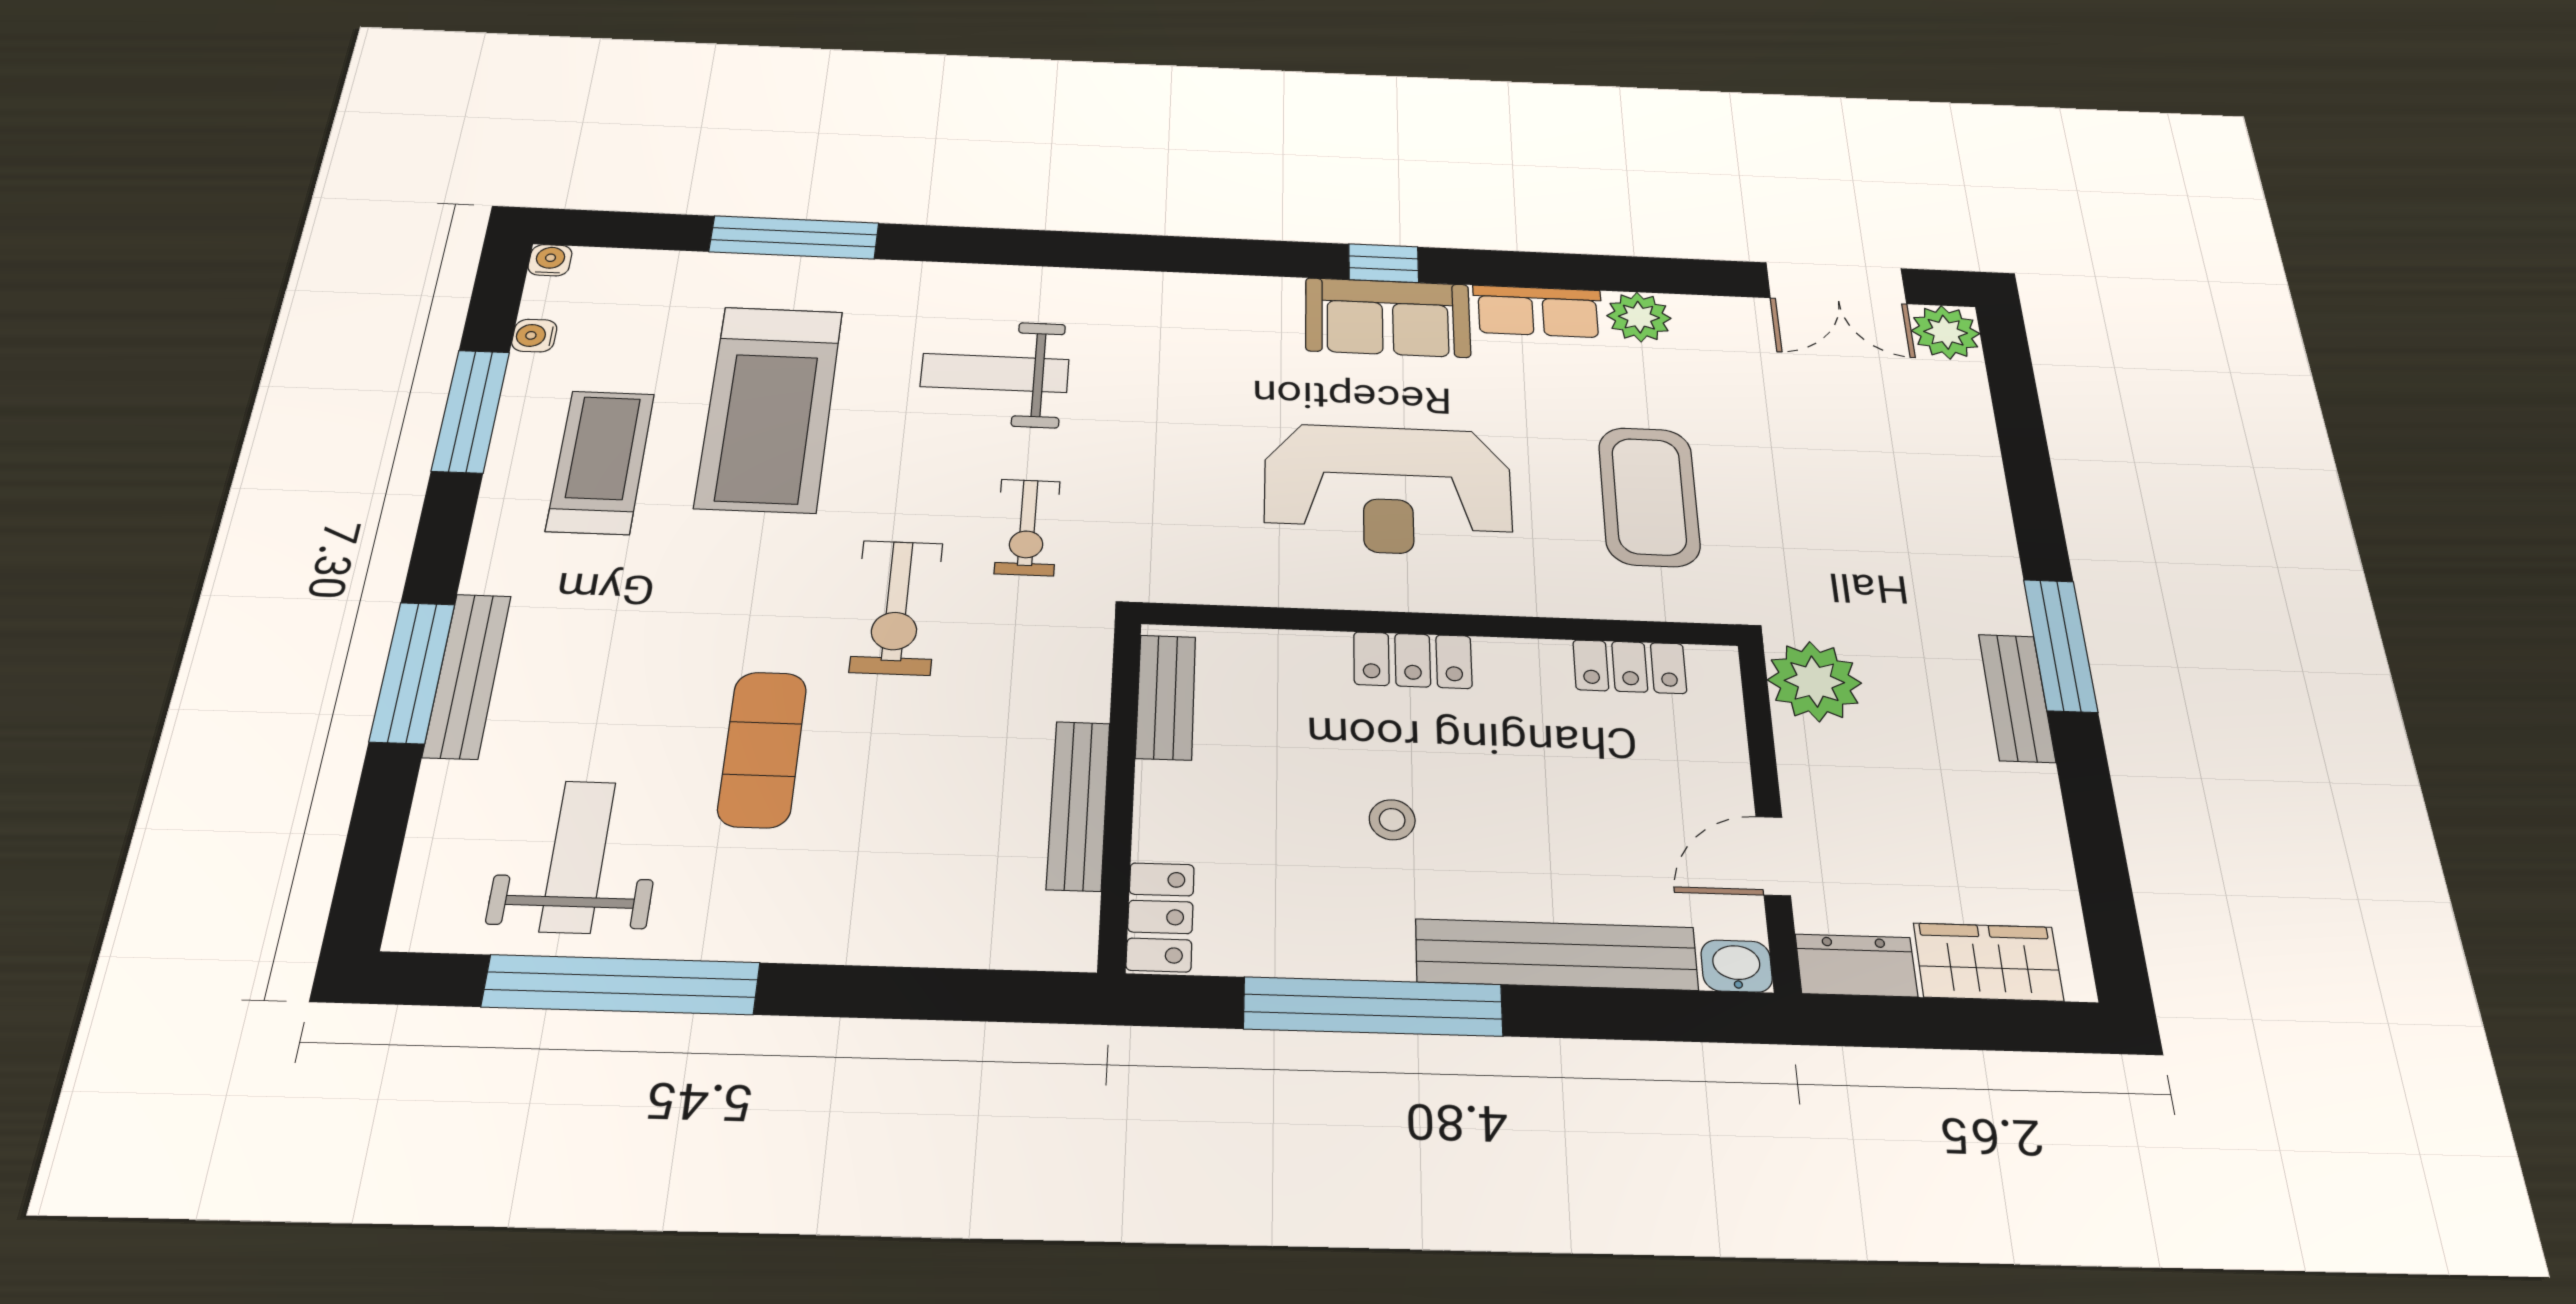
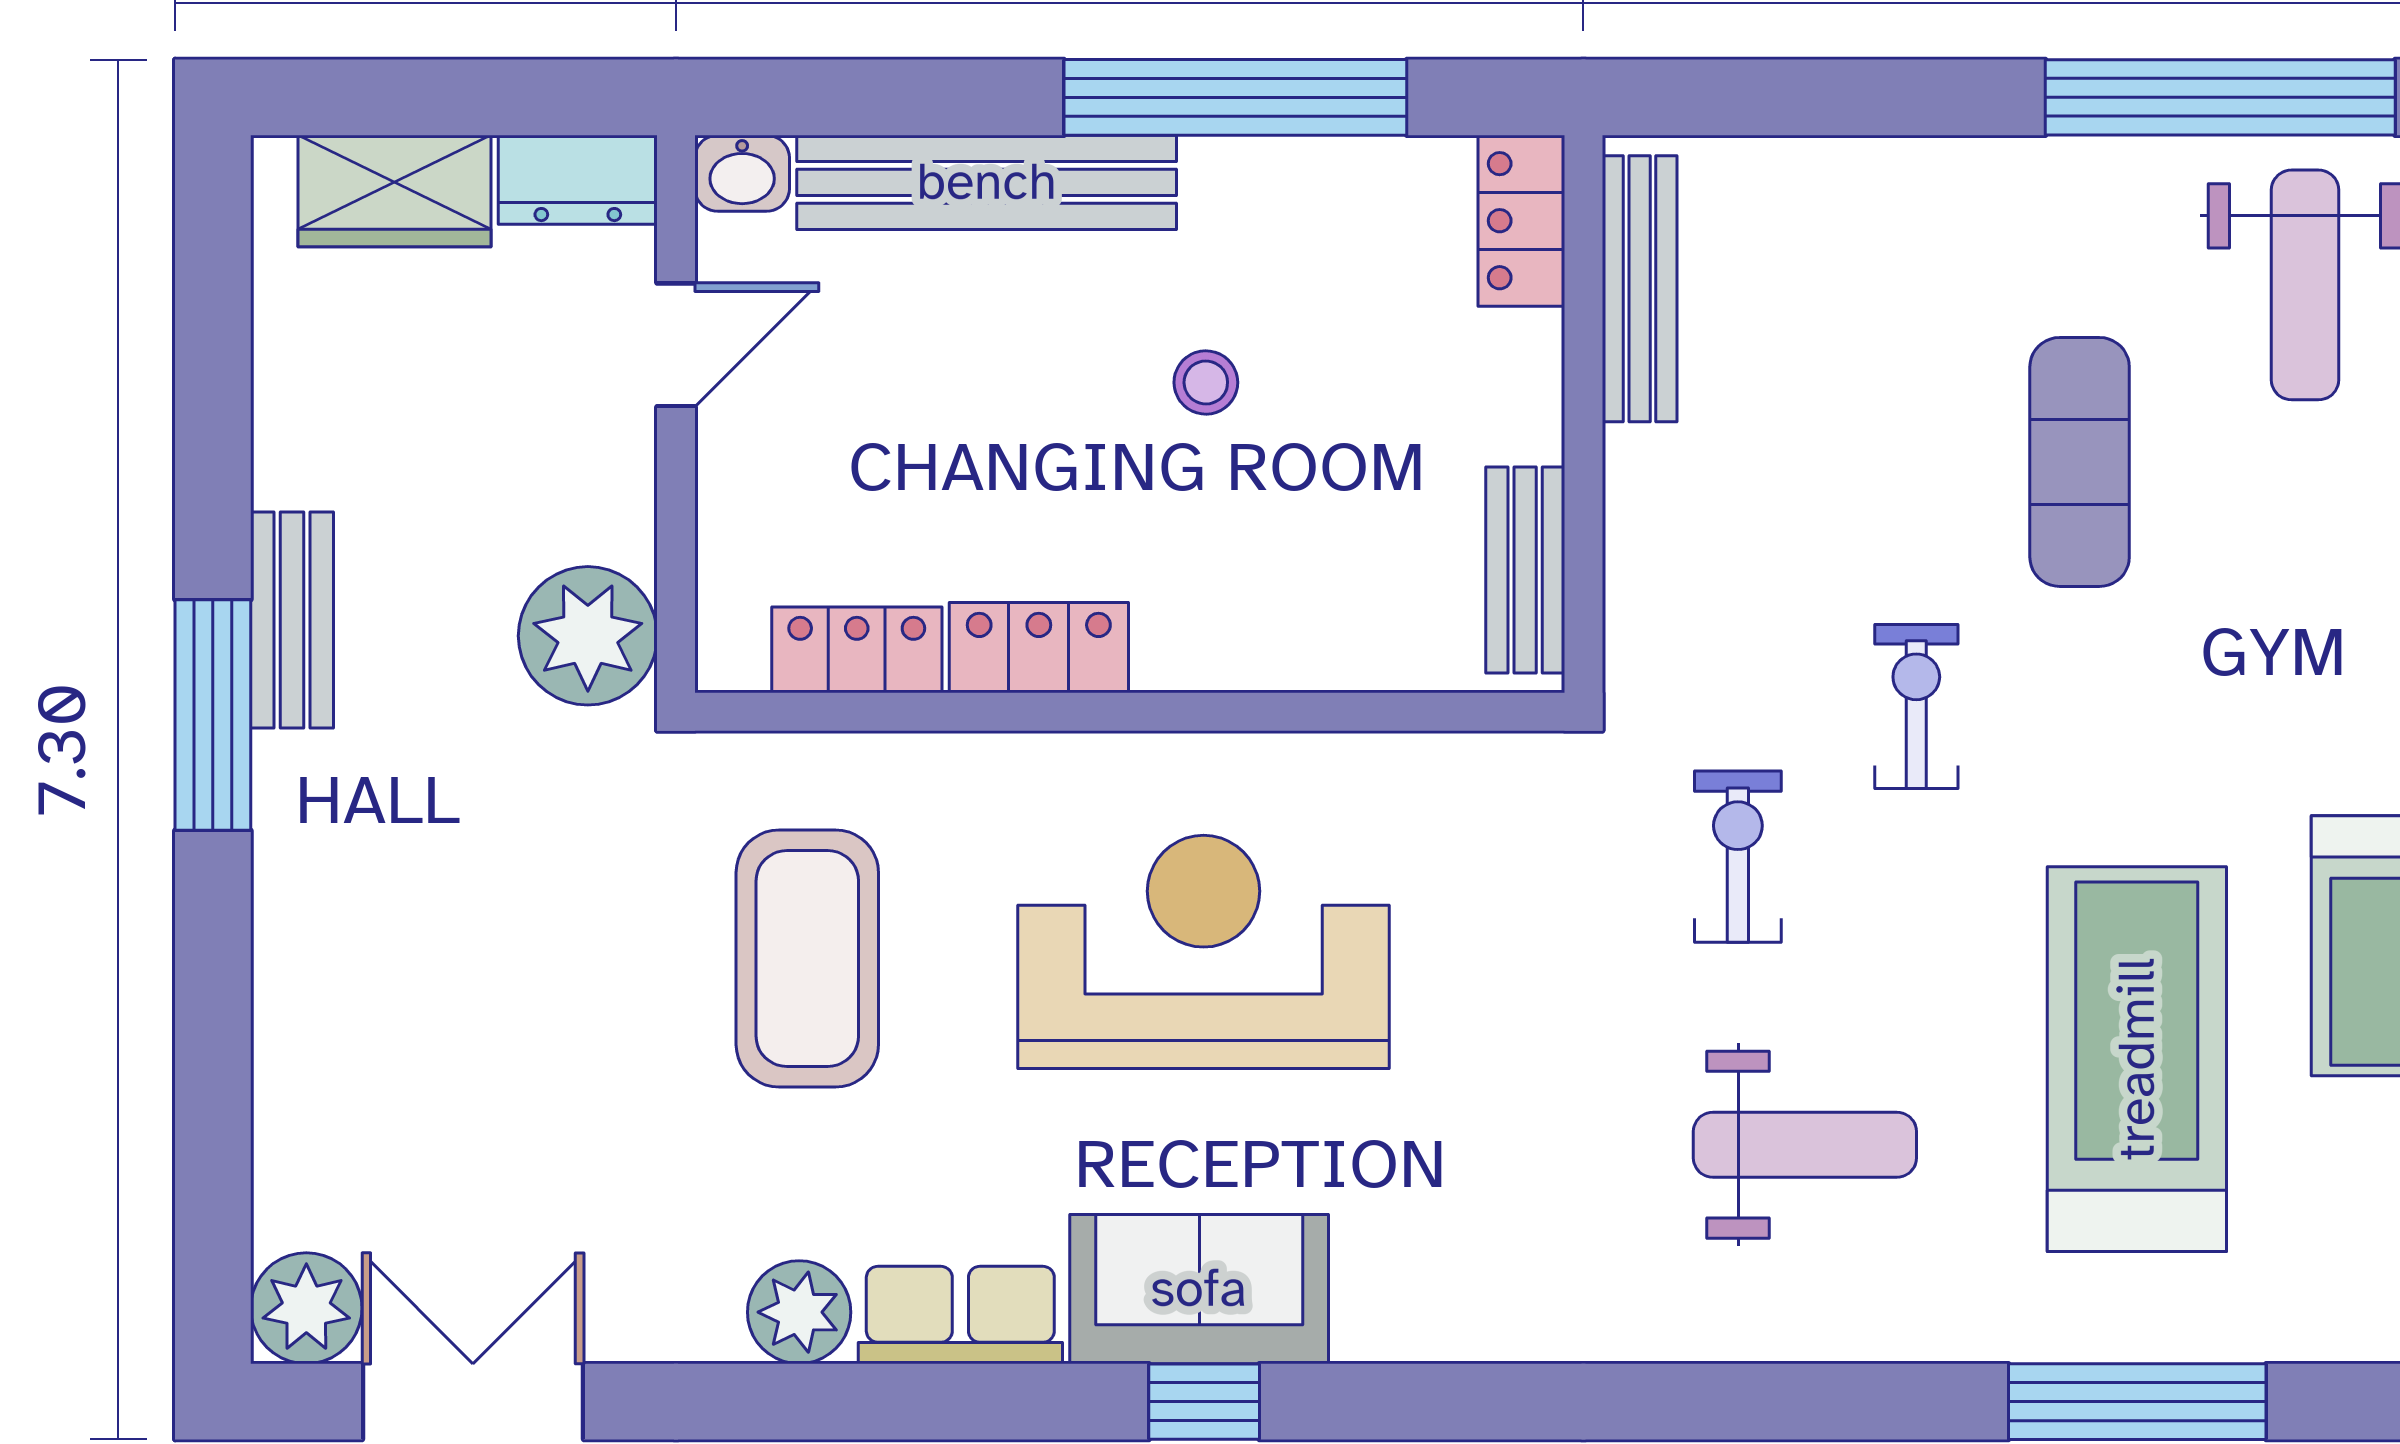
exercise bike: (896, 607) -> (1916, 706), width x0.73, depth x0.72
locker: (1413, 660) -> (1039, 648), moved
bench: (1078, 805) -> (1640, 289), moved

